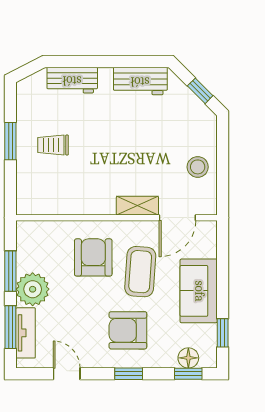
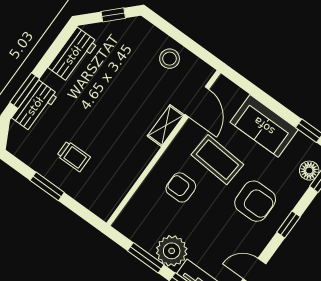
window: (79, 62) -> (25, 91), added
trolley: (53, 145) -> (74, 156), turned -90
armchair: (93, 257) -> (181, 187), width x0.72, depth x0.72
armchair: (128, 330) -> (255, 201), turned -91

